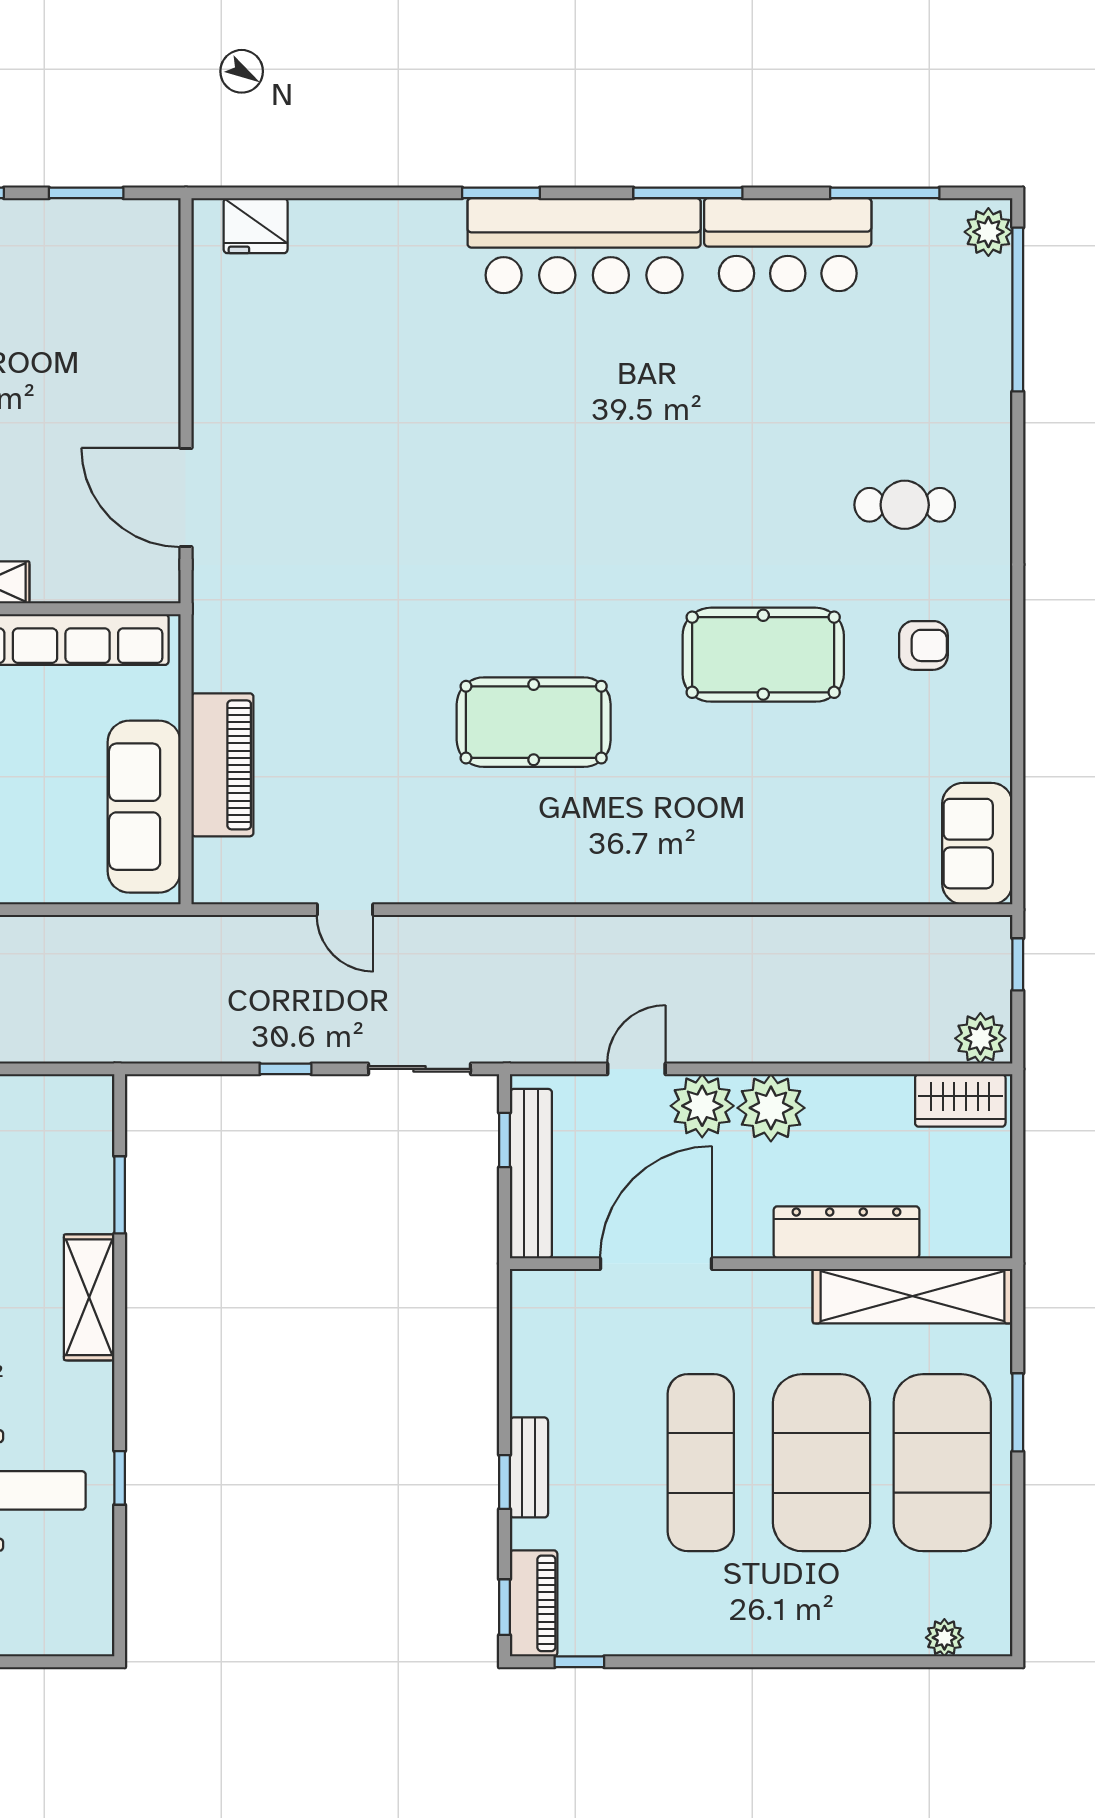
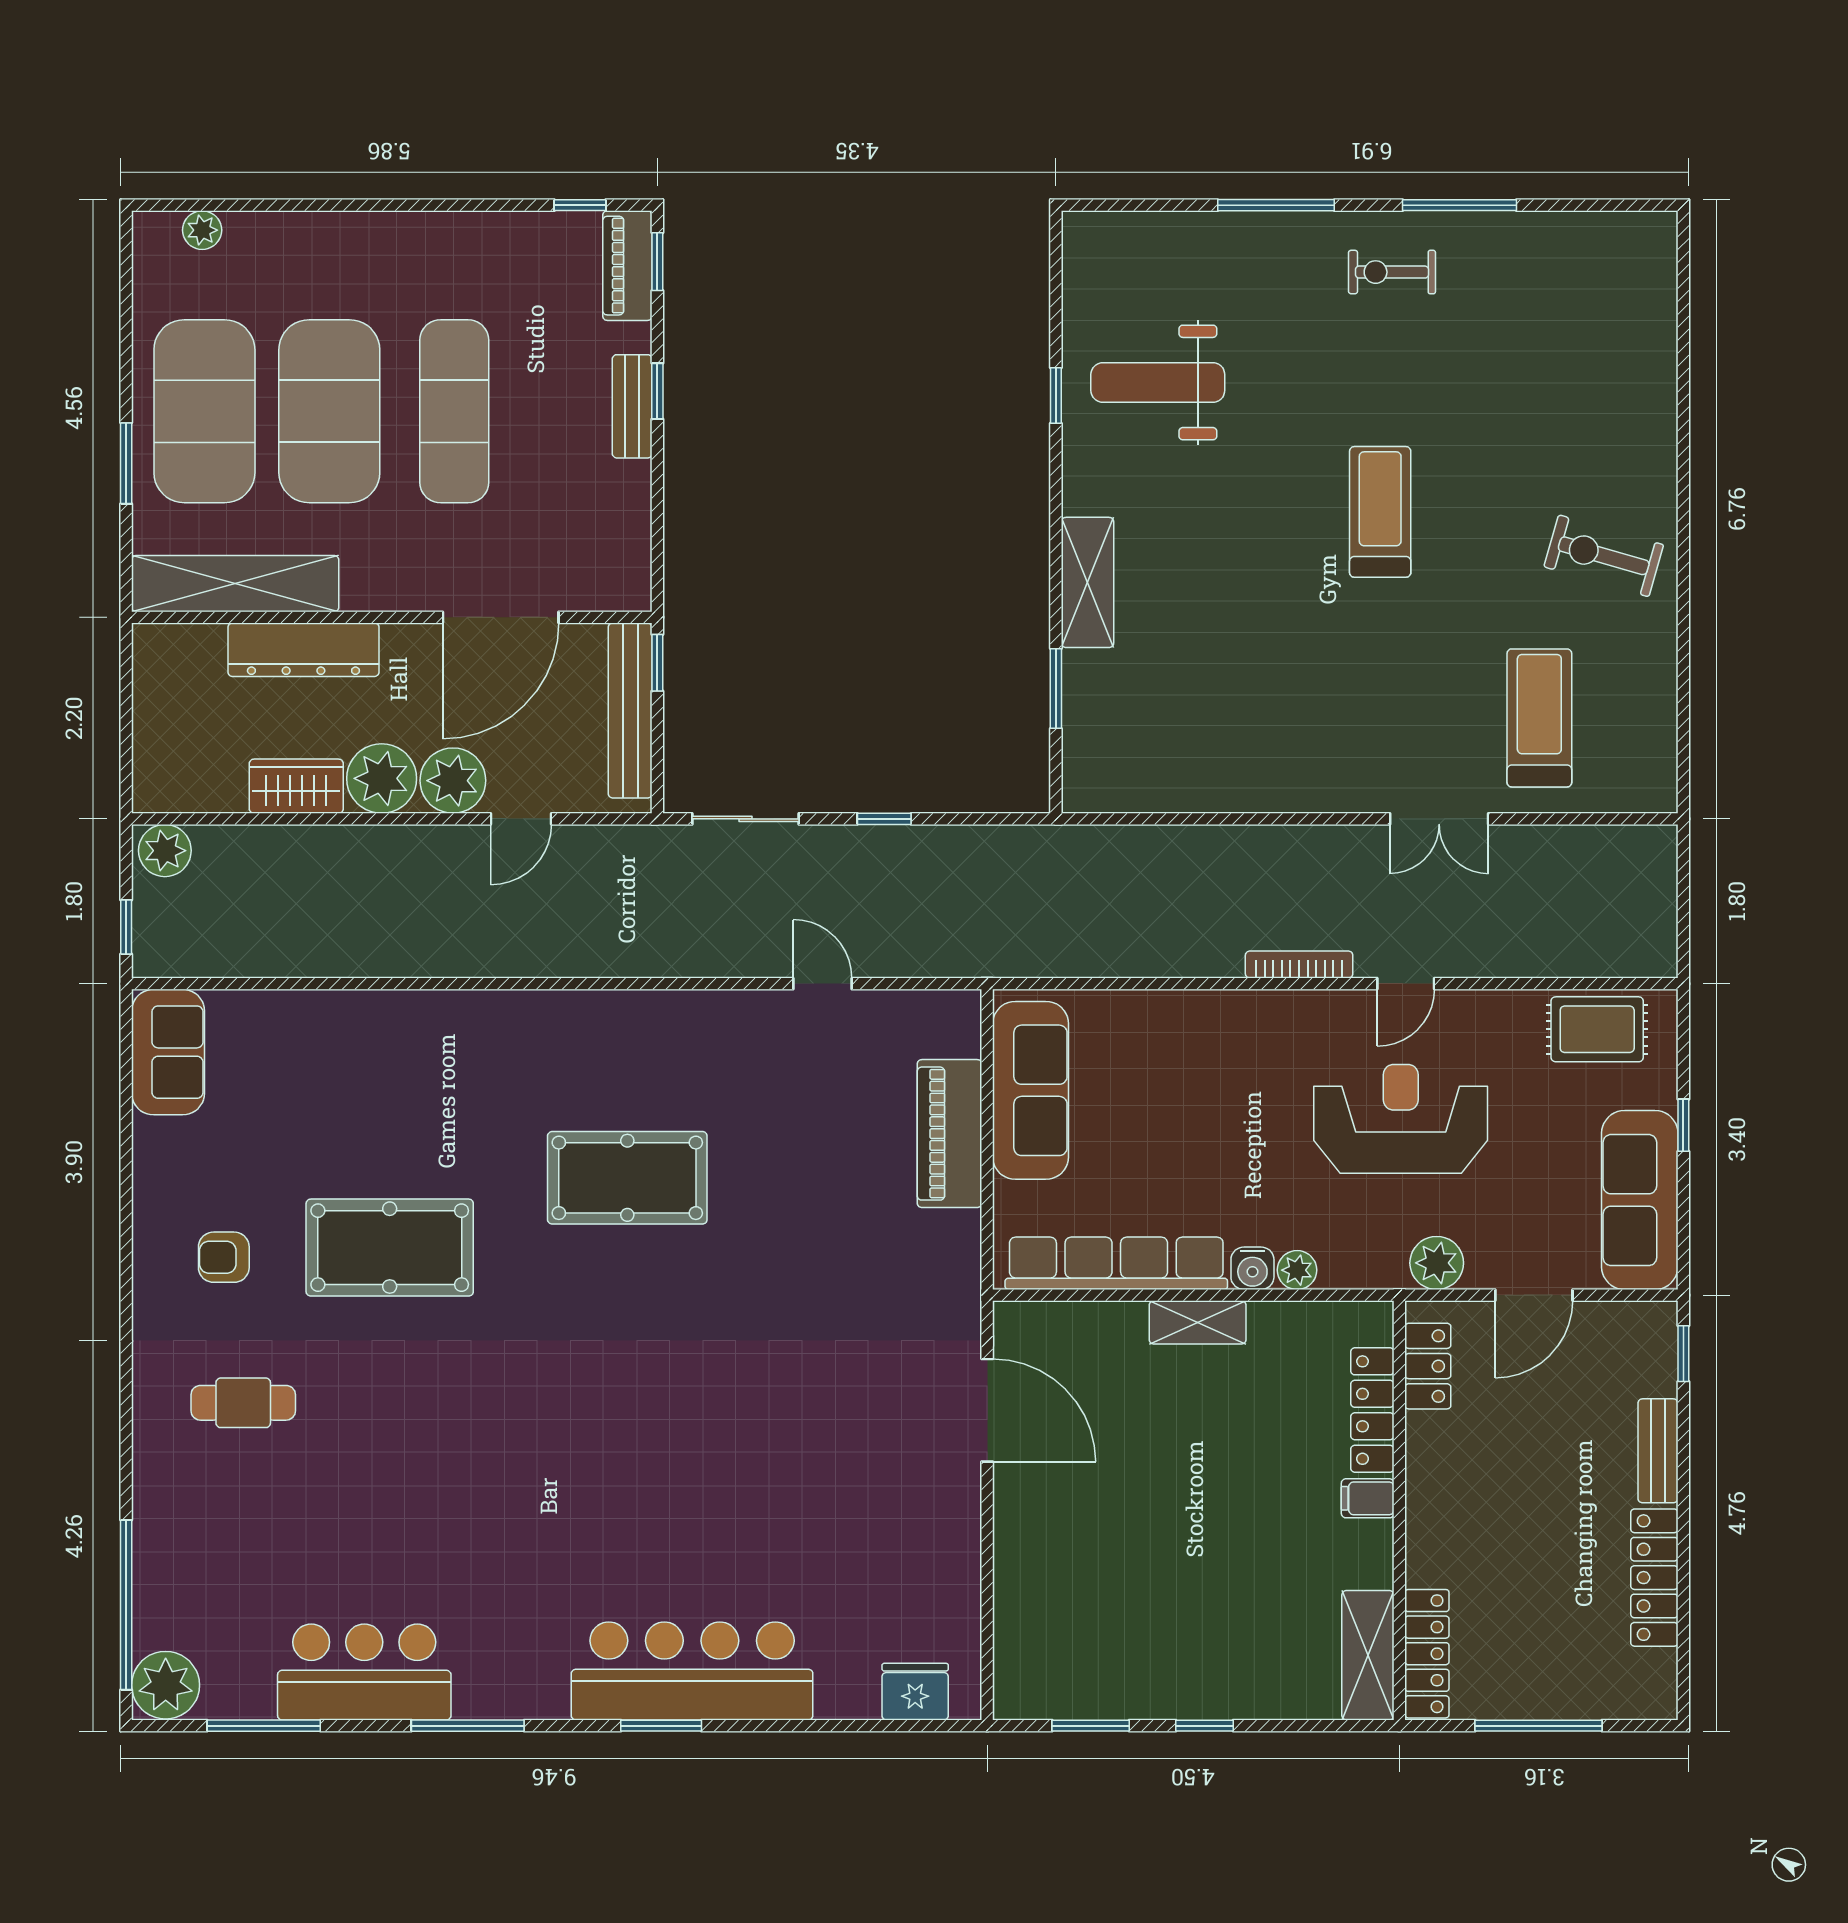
plant: (988, 232) -> (166, 1685), width x1.36, depth x1.36
bar counter: (584, 246) -> (692, 1671), moved
wardrobe: (960, 1100) -> (296, 786), moved
window: (505, 1140) -> (657, 663), moved

